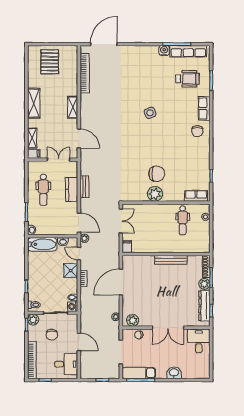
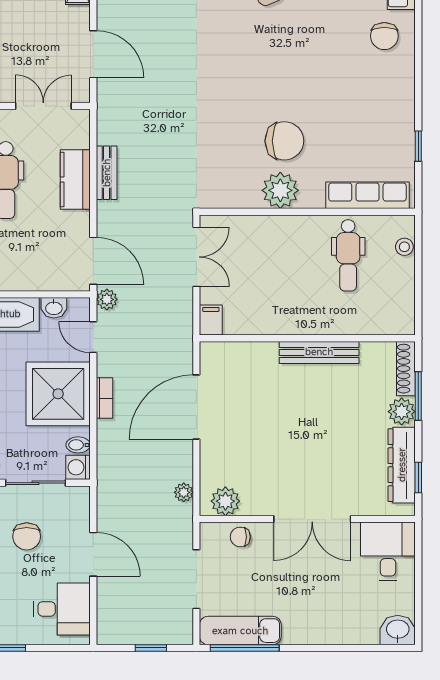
row of seats: (196, 196) -> (367, 195), width x1.48
shower: (71, 271) -> (58, 394), width x1.86, depth x1.86
washbasin: (174, 373) -> (398, 630), moved

